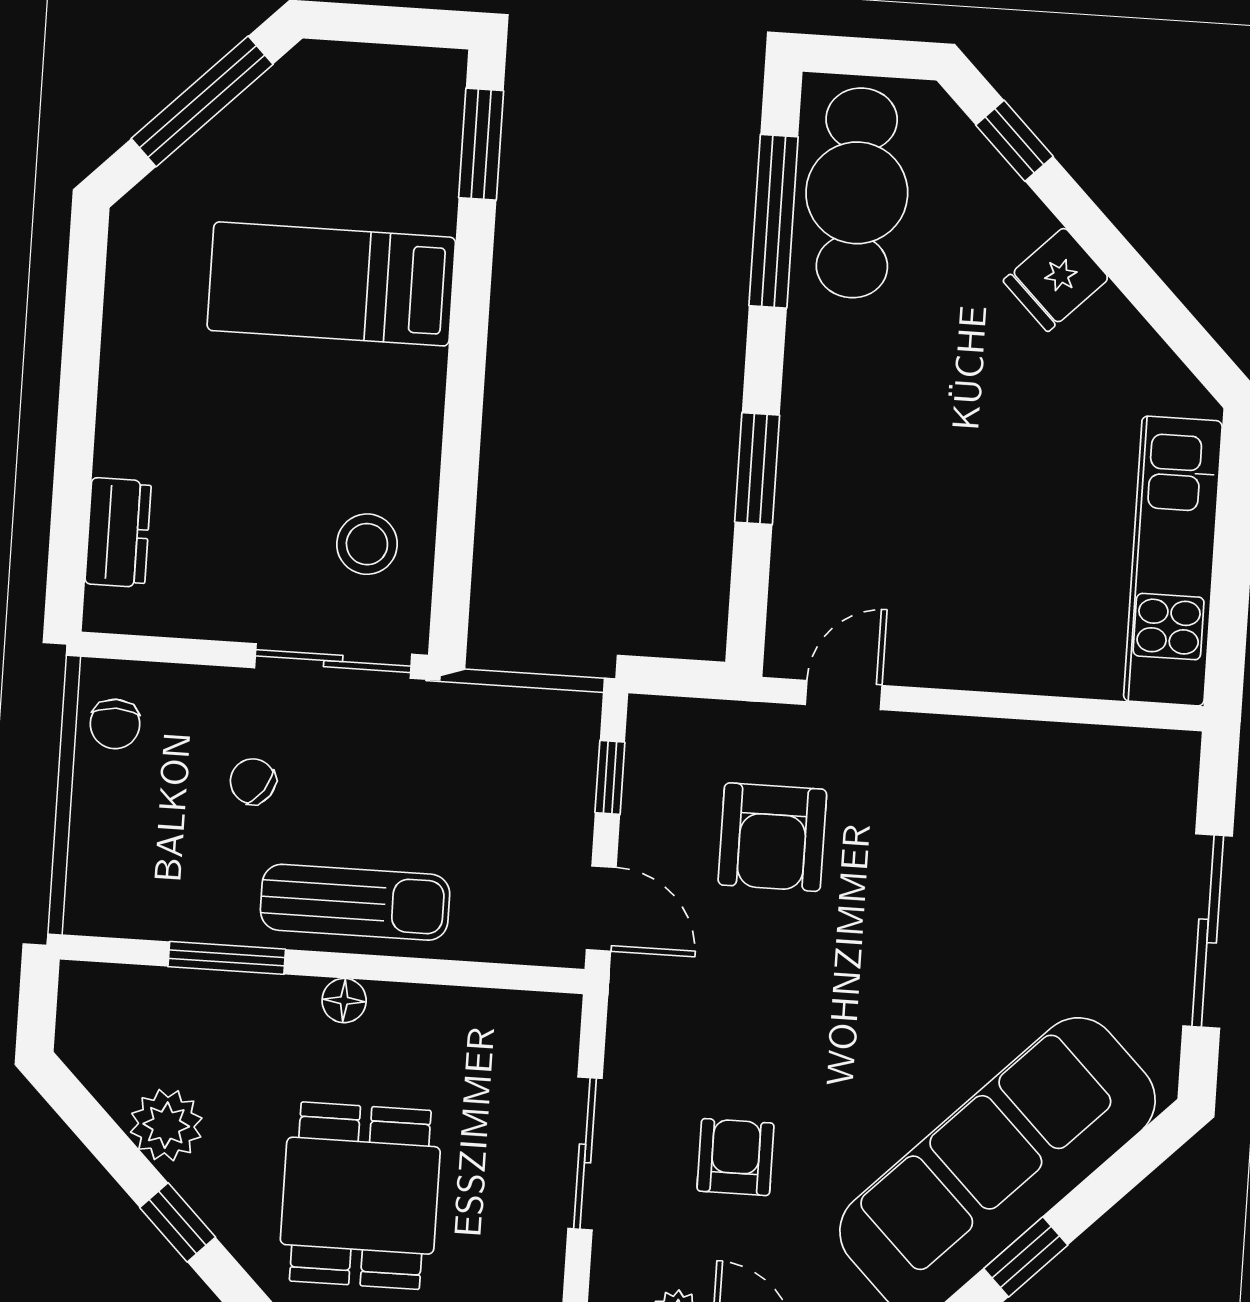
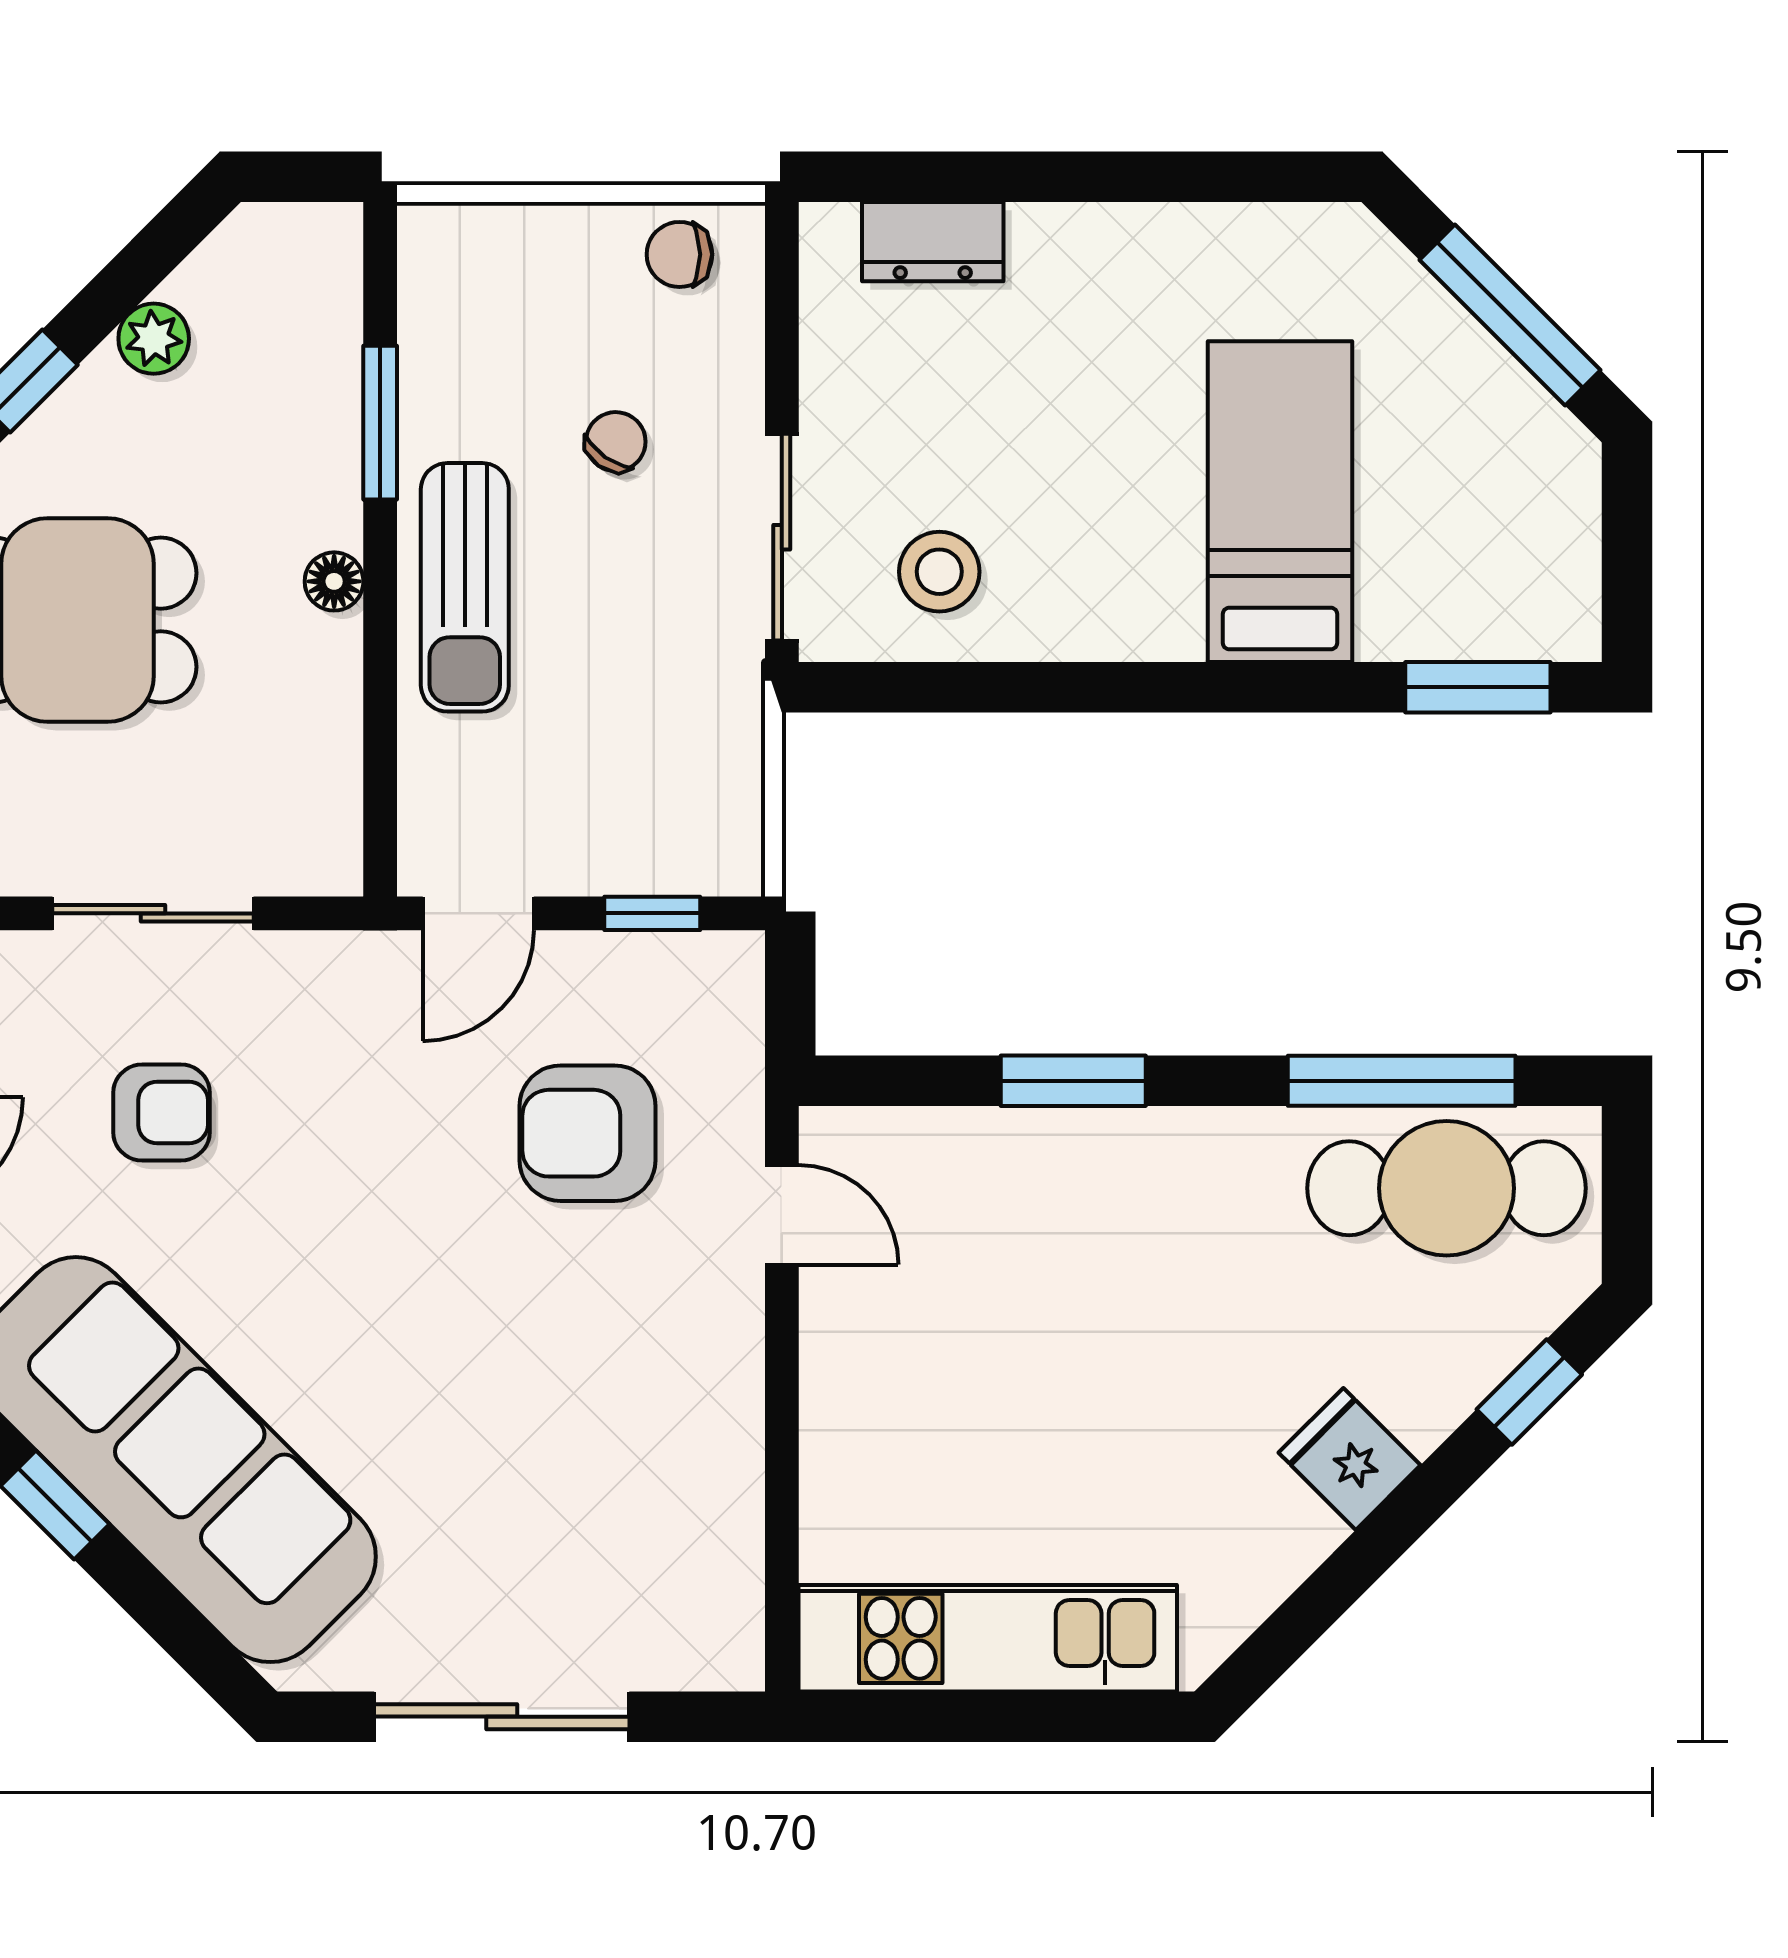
plant: (166, 1125) -> (154, 339), width x0.73, depth x0.73

